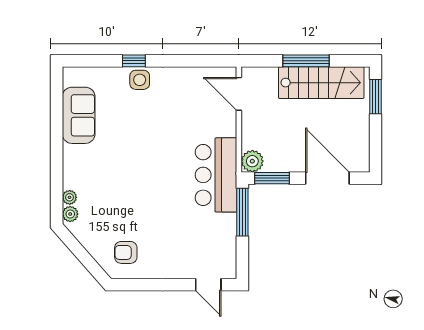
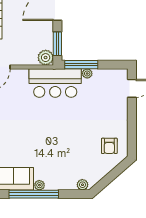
window: (57, 144) -> (34, 194), added
plant: (70, 197) -> (39, 185), moved
plant: (229, 221) -> (87, 73), added

